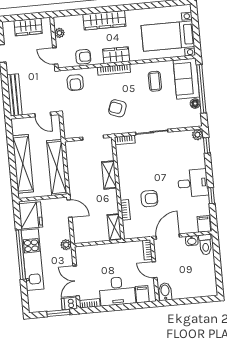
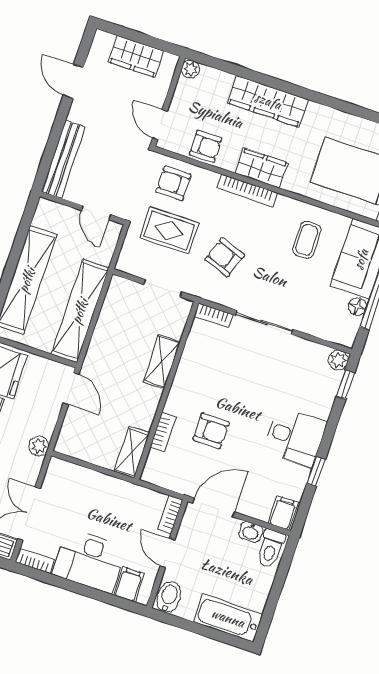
plant: (59, 33) -> (190, 69), moved
armchair: (75, 83) -> (173, 183), turned 90
rug: (84, 107) -> (169, 230), added
bathtub: (199, 289) -> (228, 618), added

